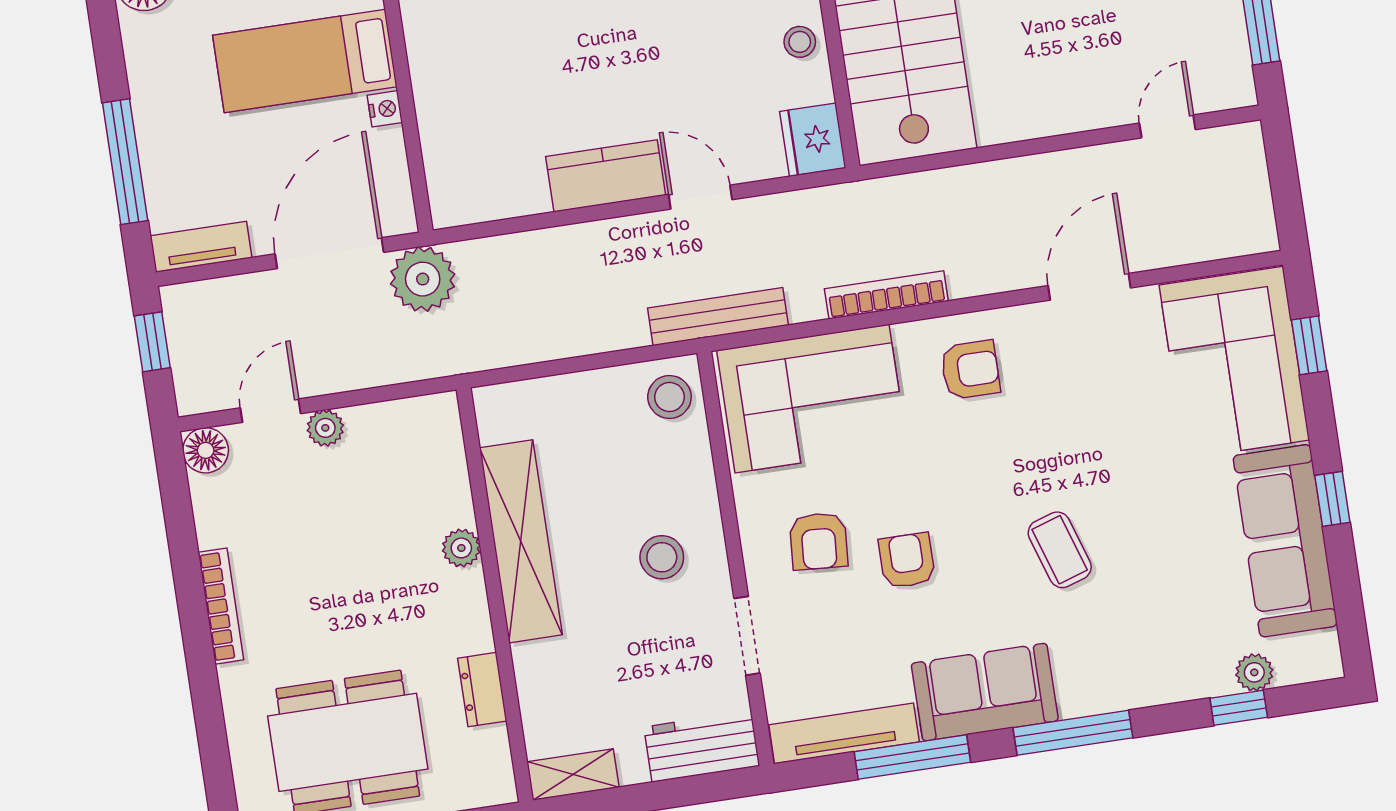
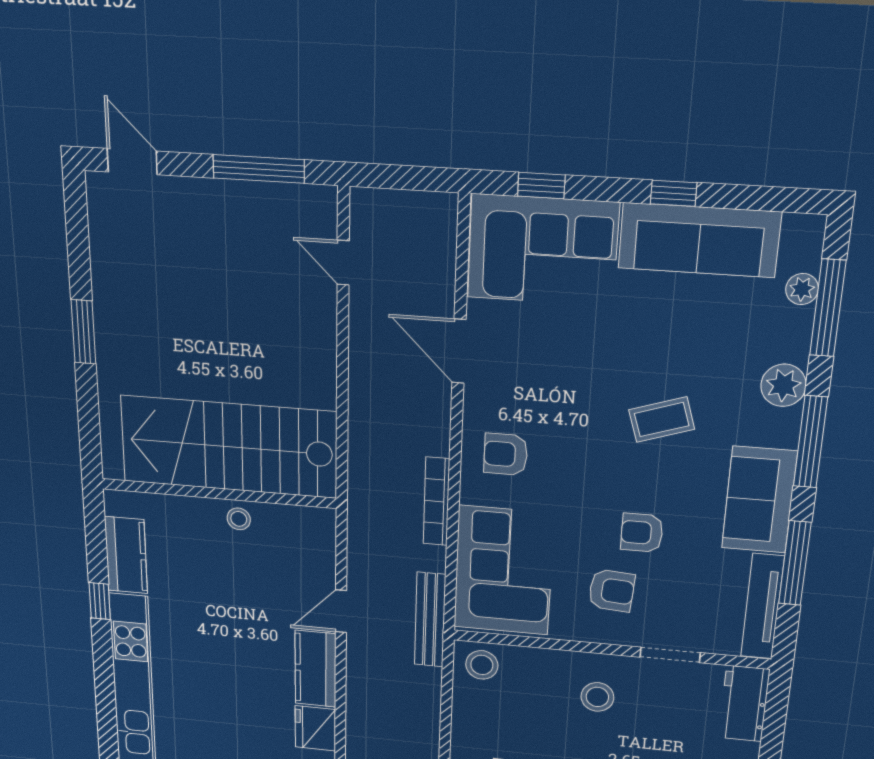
fridge: (813, 140) -> (315, 728), moved, turned 90
armchair: (970, 370) -> (506, 454), turned -90
plant: (1135, 682) -> (783, 385), added
window: (1239, 708) -> (828, 308), width x2.17

